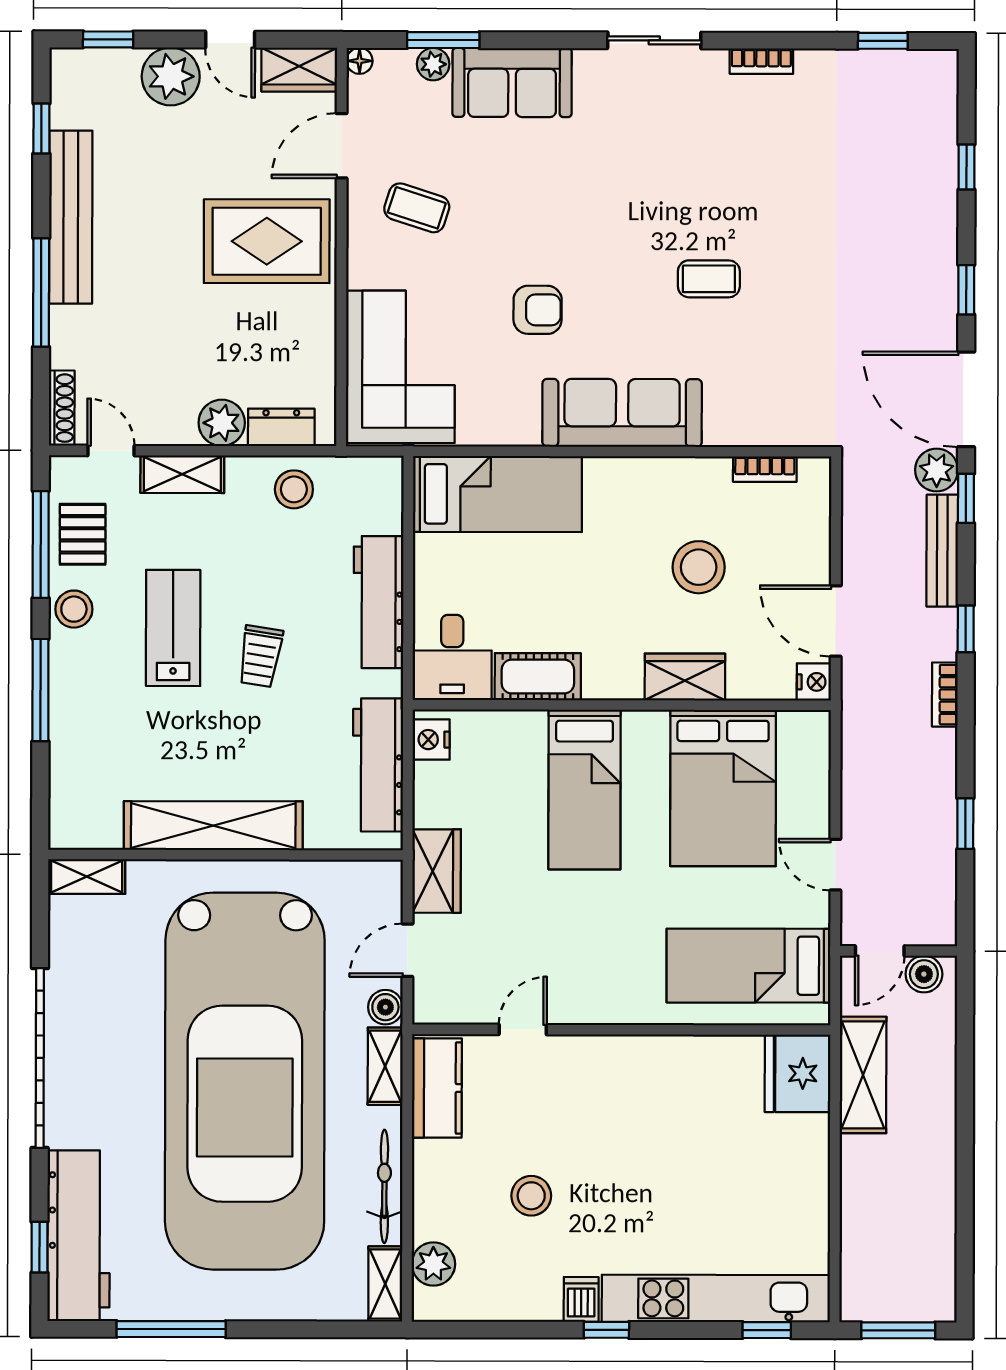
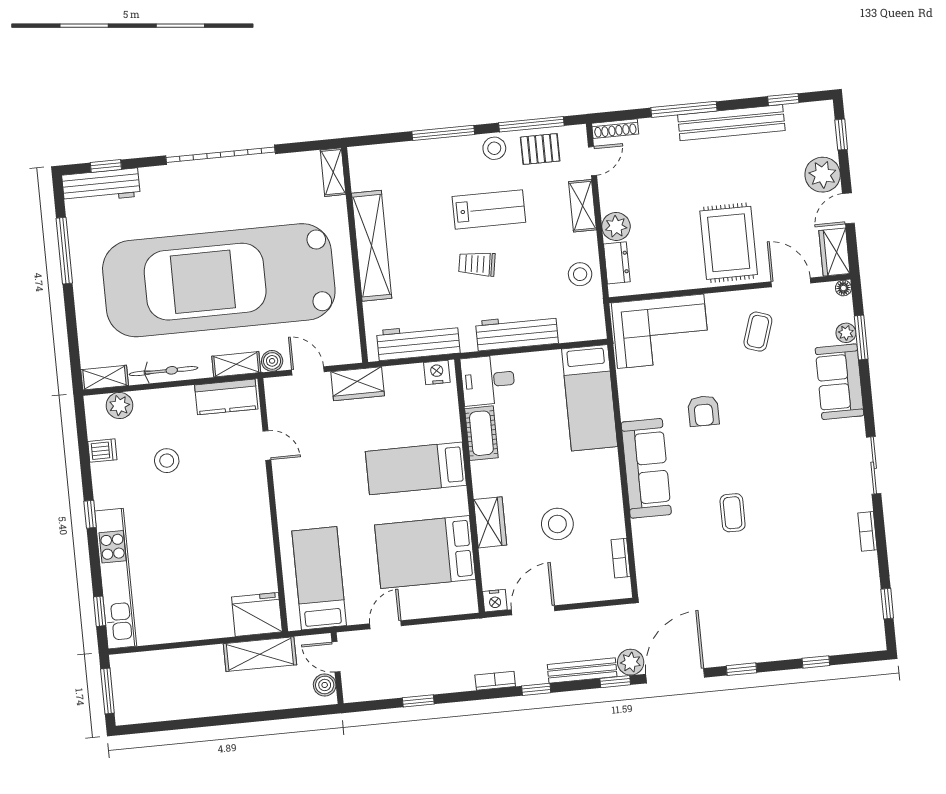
workbench: (79, 1236) -> (101, 186), width x0.73, depth x0.76
dishwasher: (581, 1299) -> (102, 451), moved

